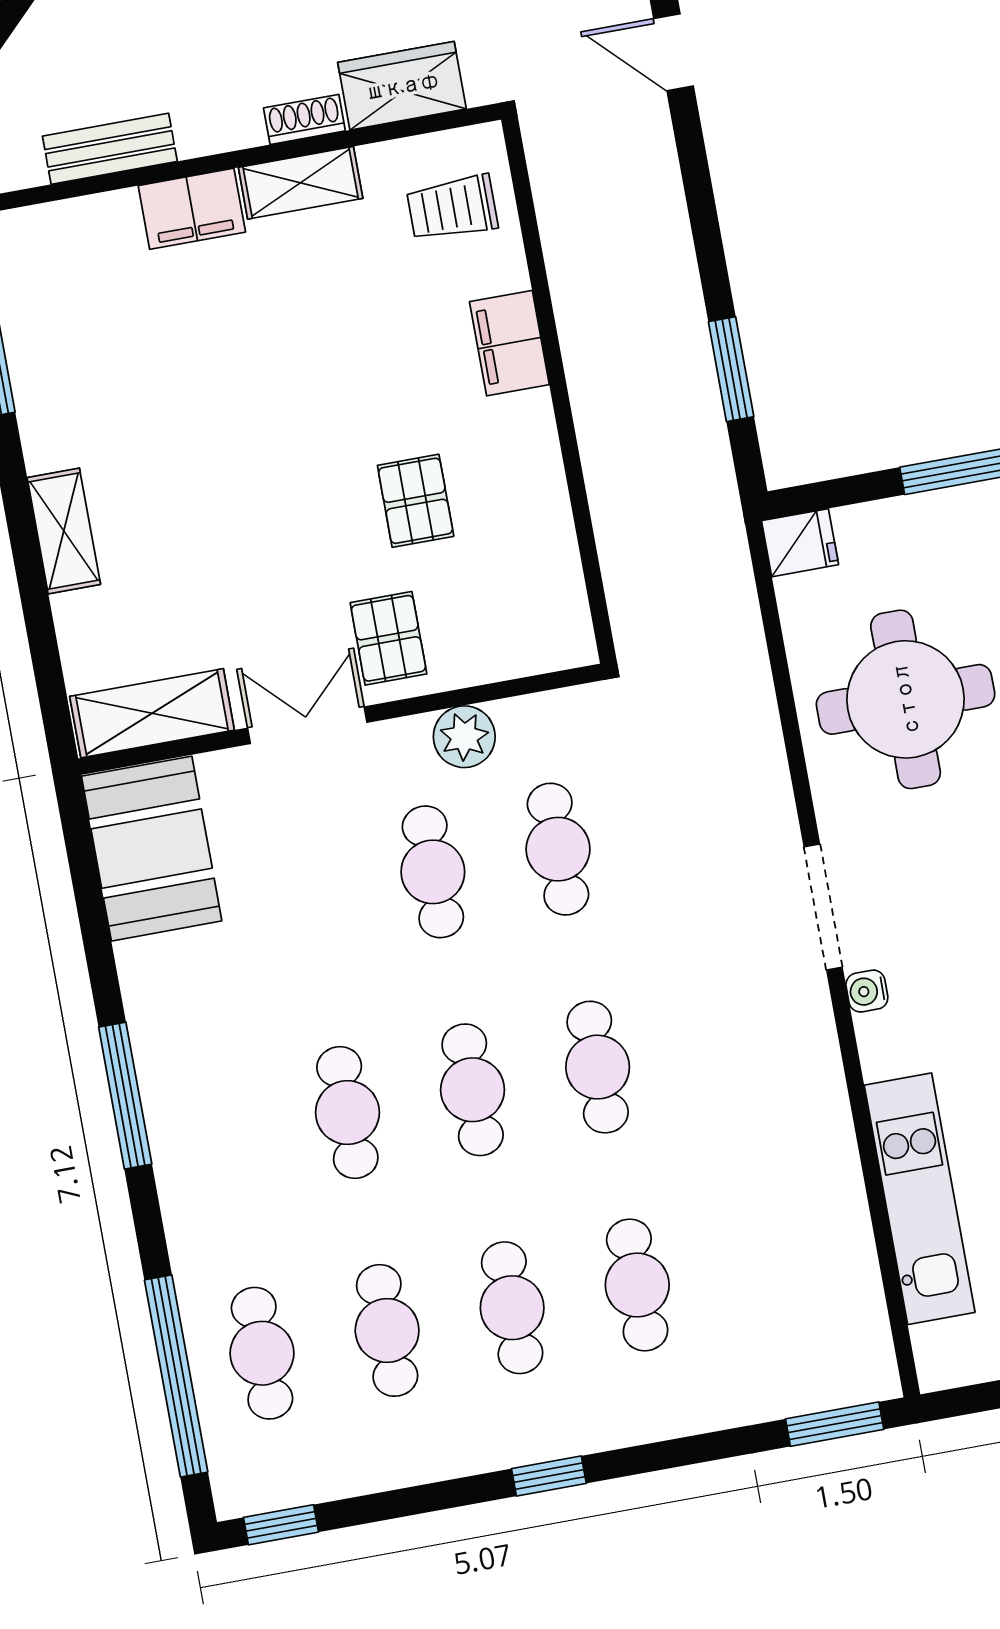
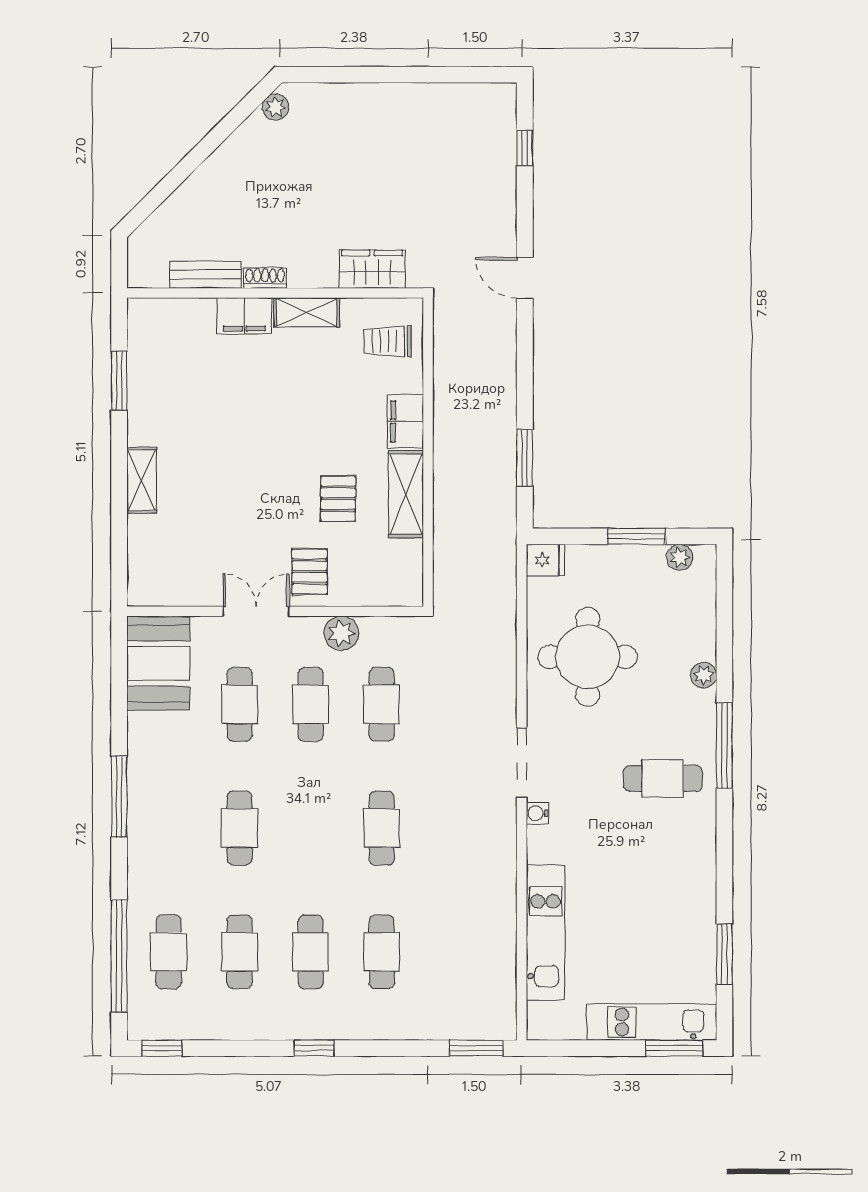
shoe rack: (304, 119) -> (265, 278), moved
shelving: (152, 713) -> (406, 494), moved, turned 90
cafe table: (473, 1090) -> (240, 704), moved

